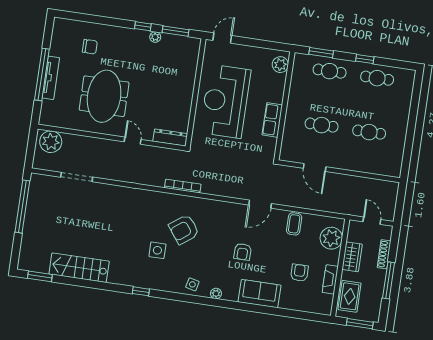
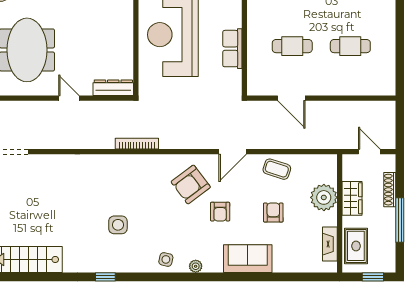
coffee table: (294, 224) -> (277, 169), turned -72
armchair: (184, 229) -> (191, 184), moved
plant: (331, 238) -> (324, 197), moved
armchair: (299, 273) -> (273, 213), moved
fireplace: (330, 279) -> (330, 244), moved
window: (360, 324) -> (373, 277), width x0.67

